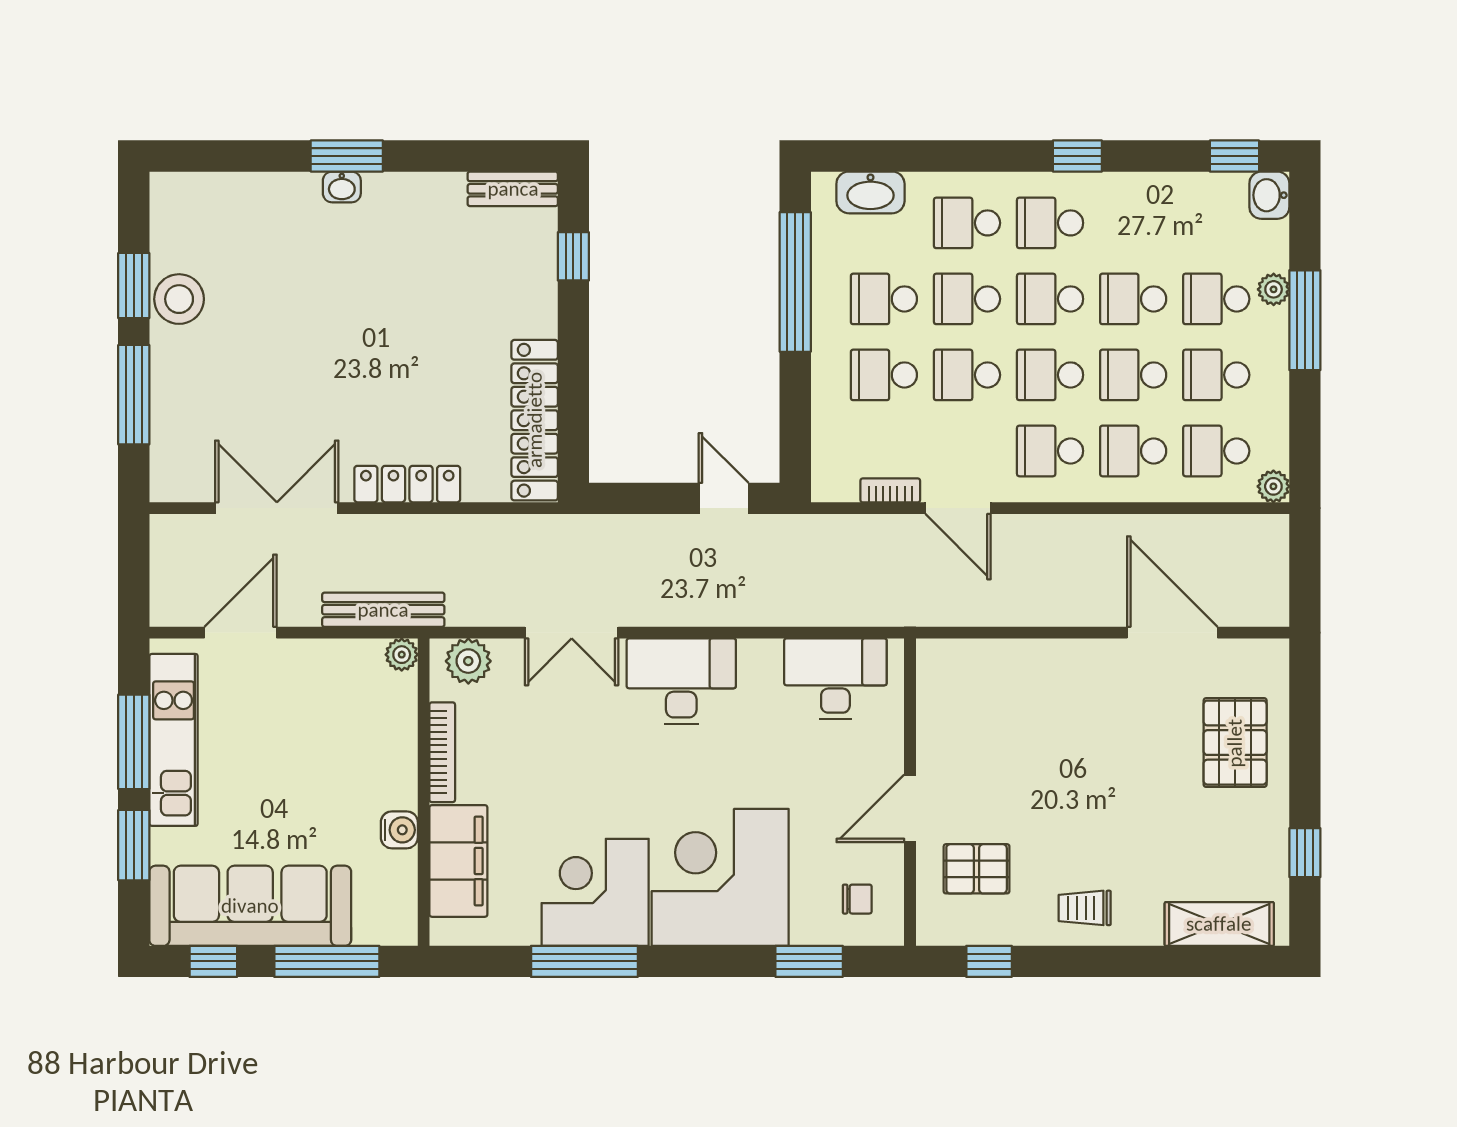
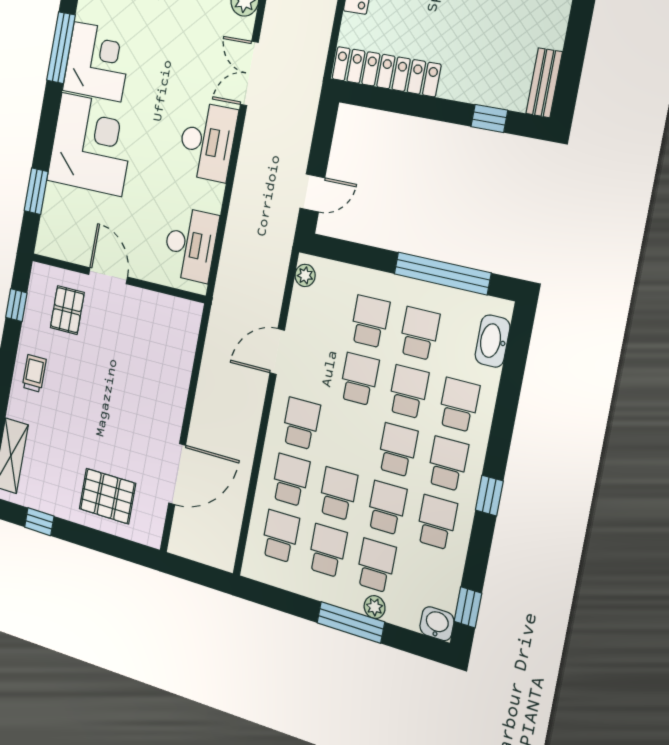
school desk: (1050, 375) -> (437, 522), moved
plant: (1273, 486) -> (305, 275), moved
bookcase: (890, 490) -> (296, 308), removed
chair: (857, 899) -> (64, 230), removed

